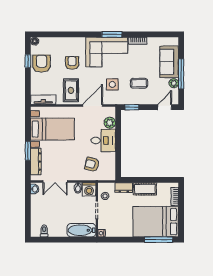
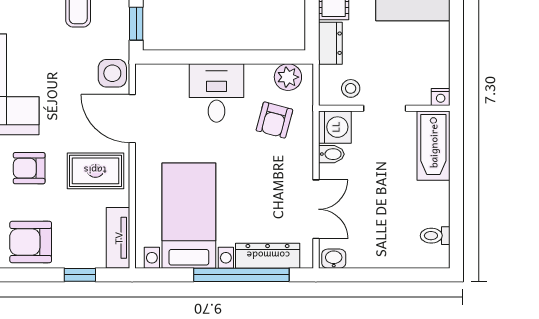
window: (28, 61) -> (80, 275), moved
side table: (112, 84) -> (112, 73), moved
plant: (110, 123) -> (288, 77), moved
window: (28, 151) -> (241, 275), width x2.11

